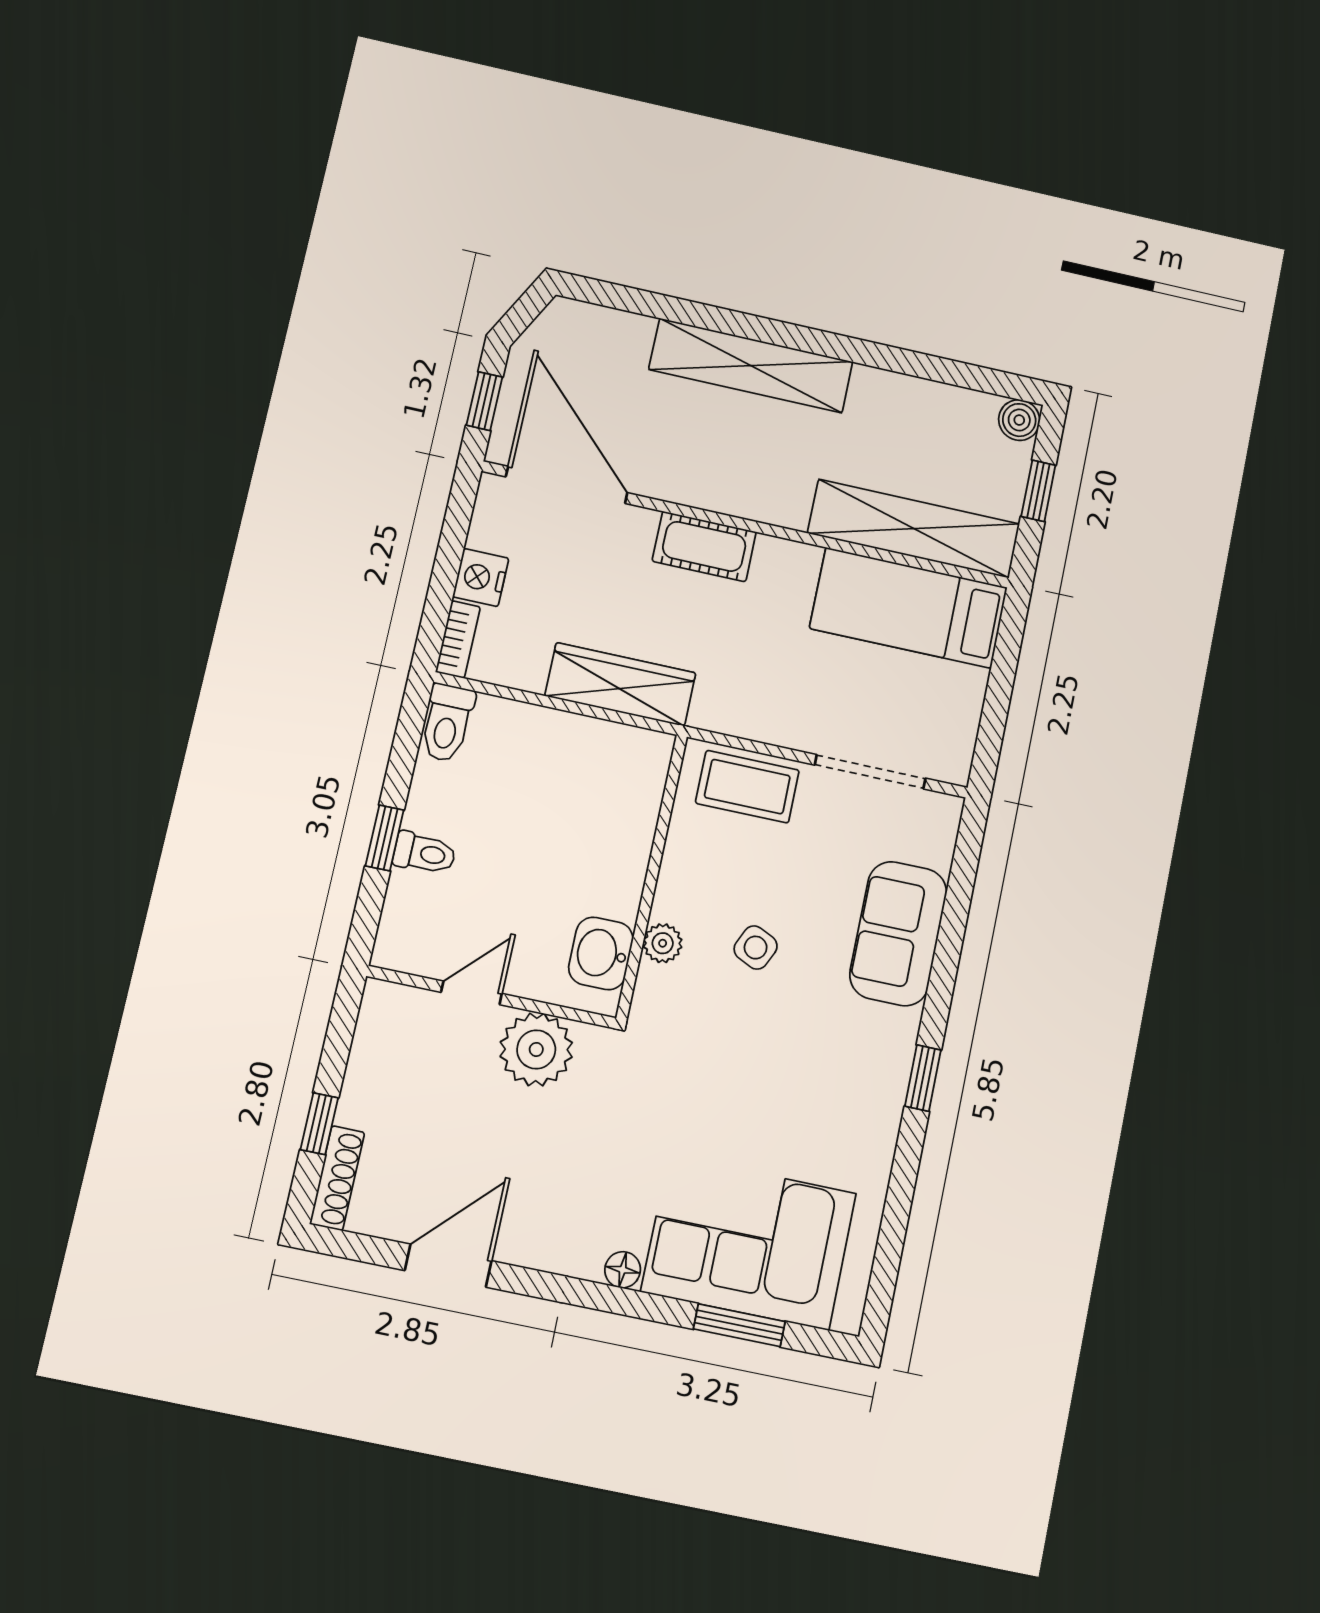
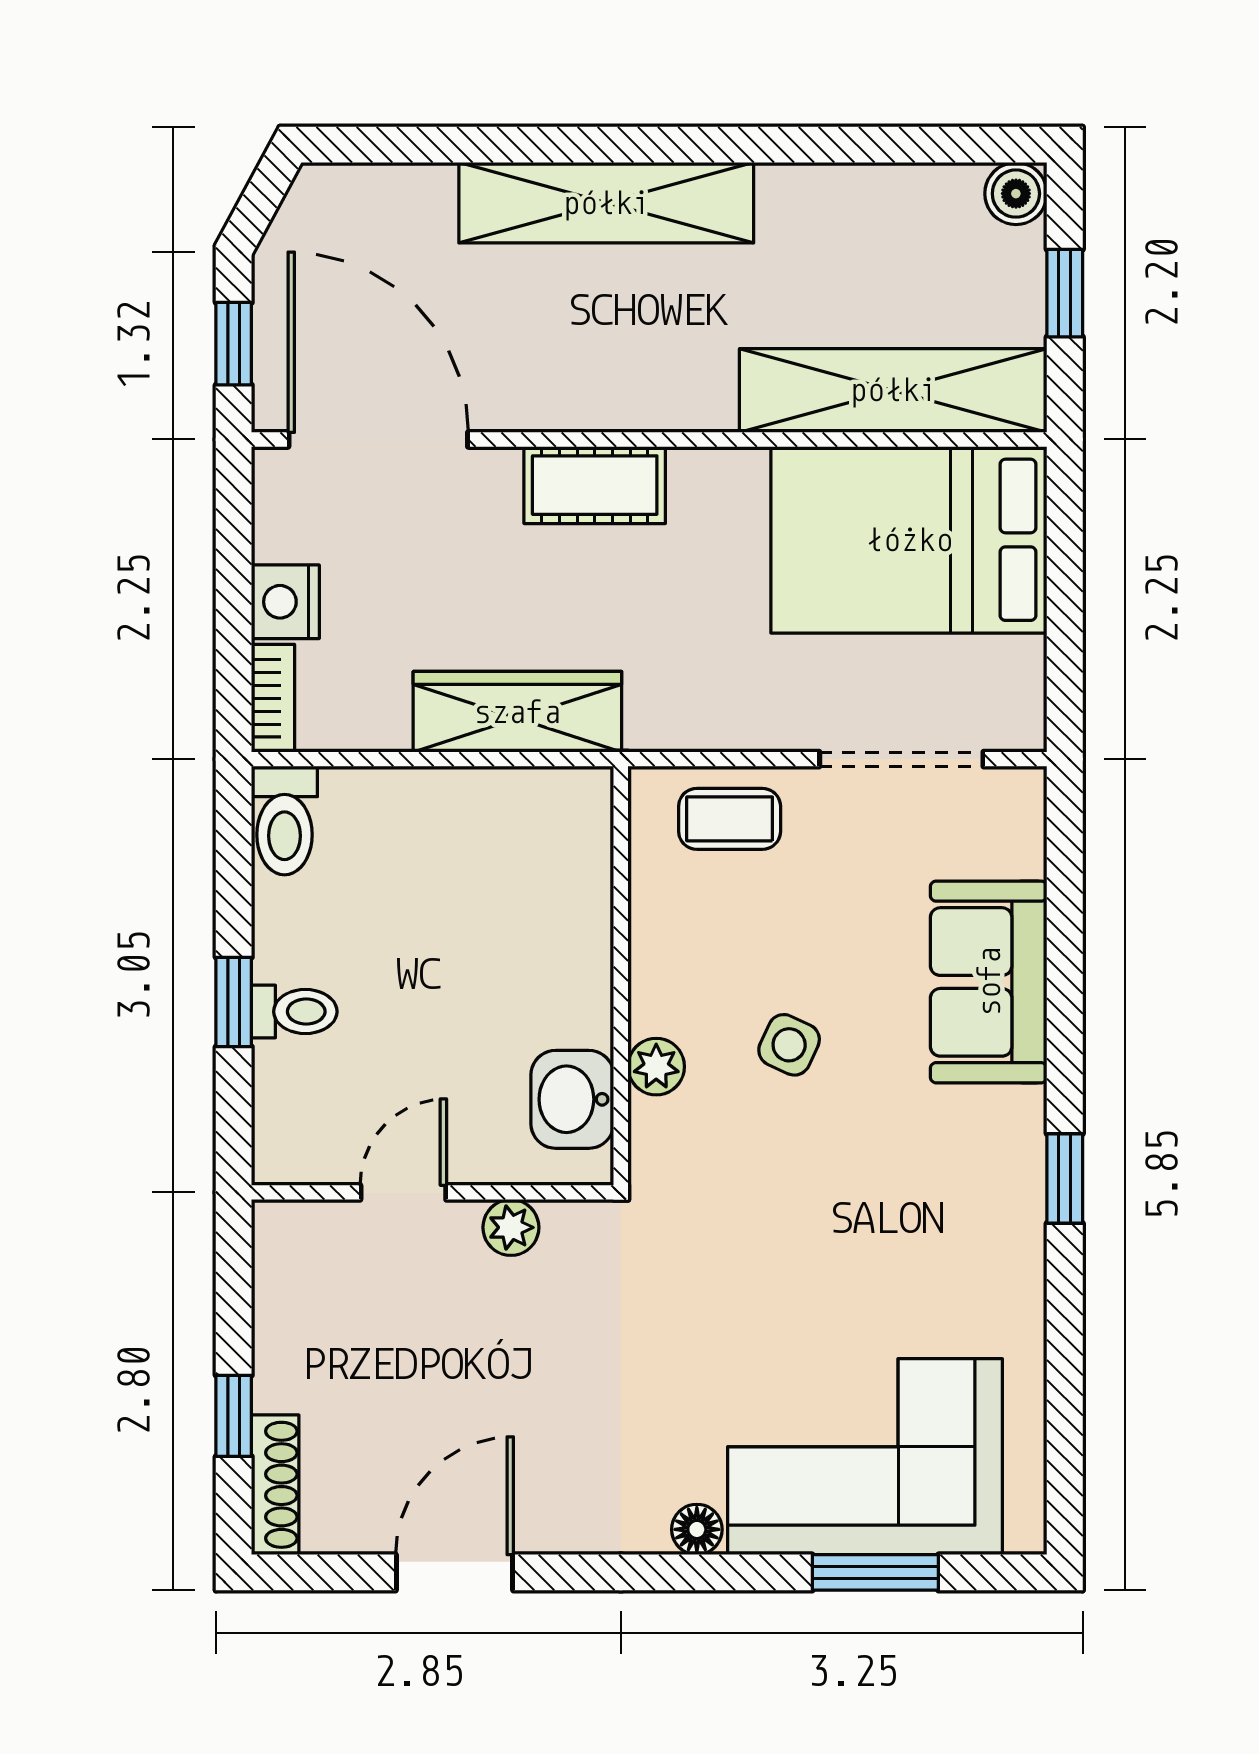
bed: (909, 608) -> (909, 540), width x1.50
coffee table: (747, 787) -> (730, 819), width x0.73, depth x0.77
plant: (536, 1049) -> (511, 1227), width x0.53, depth x0.53

